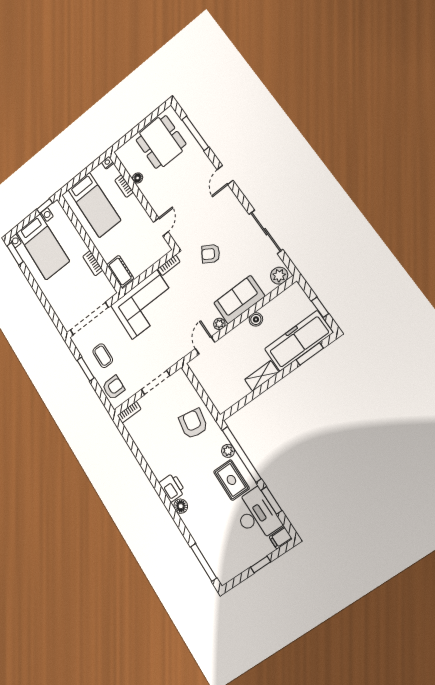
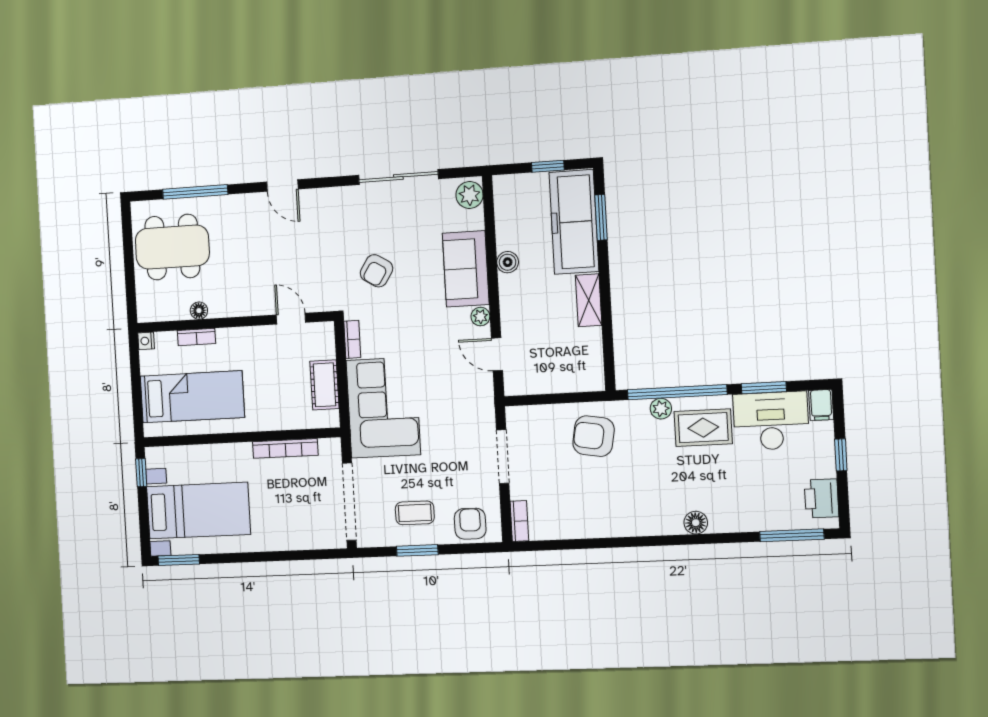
bookcase: (93, 263) -> (285, 448), width x1.56
cot: (120, 272) -> (324, 385), moved, turned 90
printer: (172, 487) -> (822, 498), moved, turned -90

